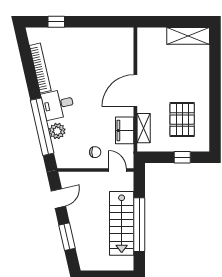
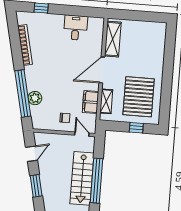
shelving: (188, 36) -> (113, 39), moved, turned 90
desk: (58, 104) -> (75, 28), moved, turned 103
pallet: (182, 120) -> (139, 97), width x1.37, depth x1.41

